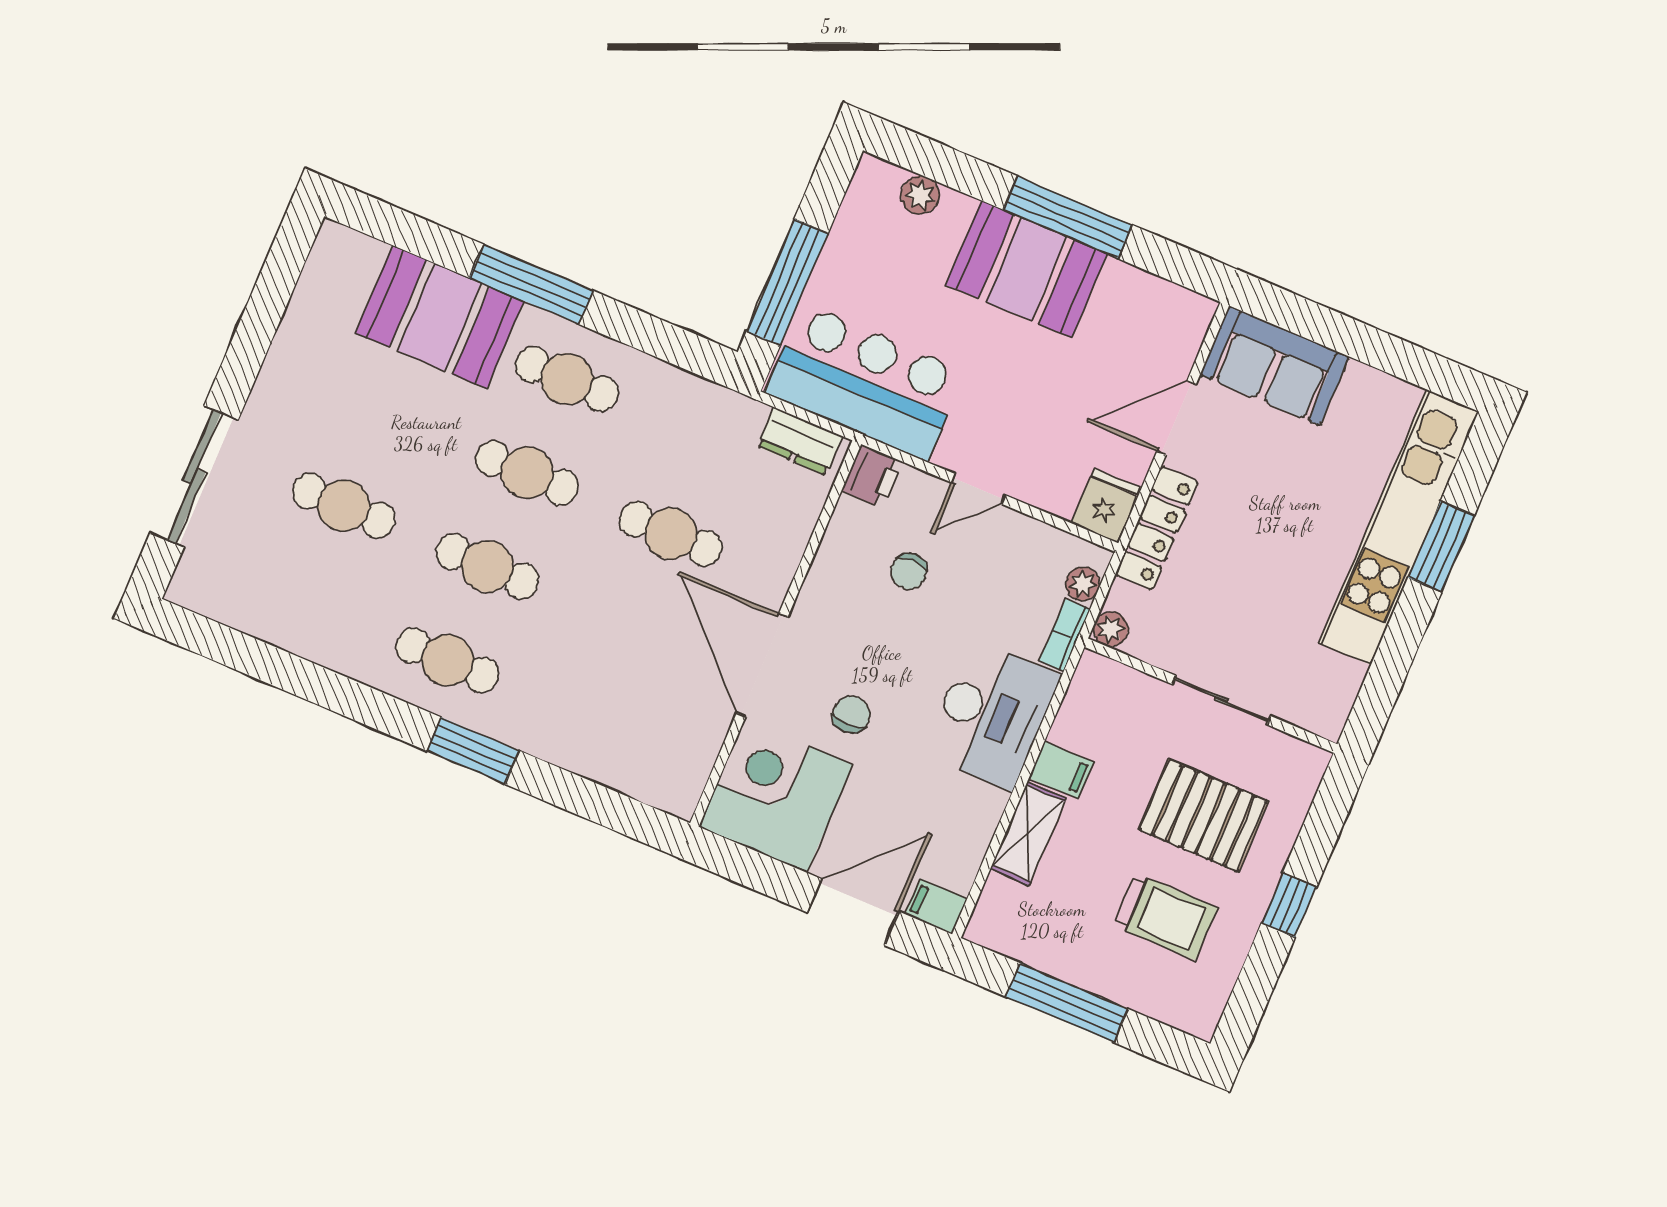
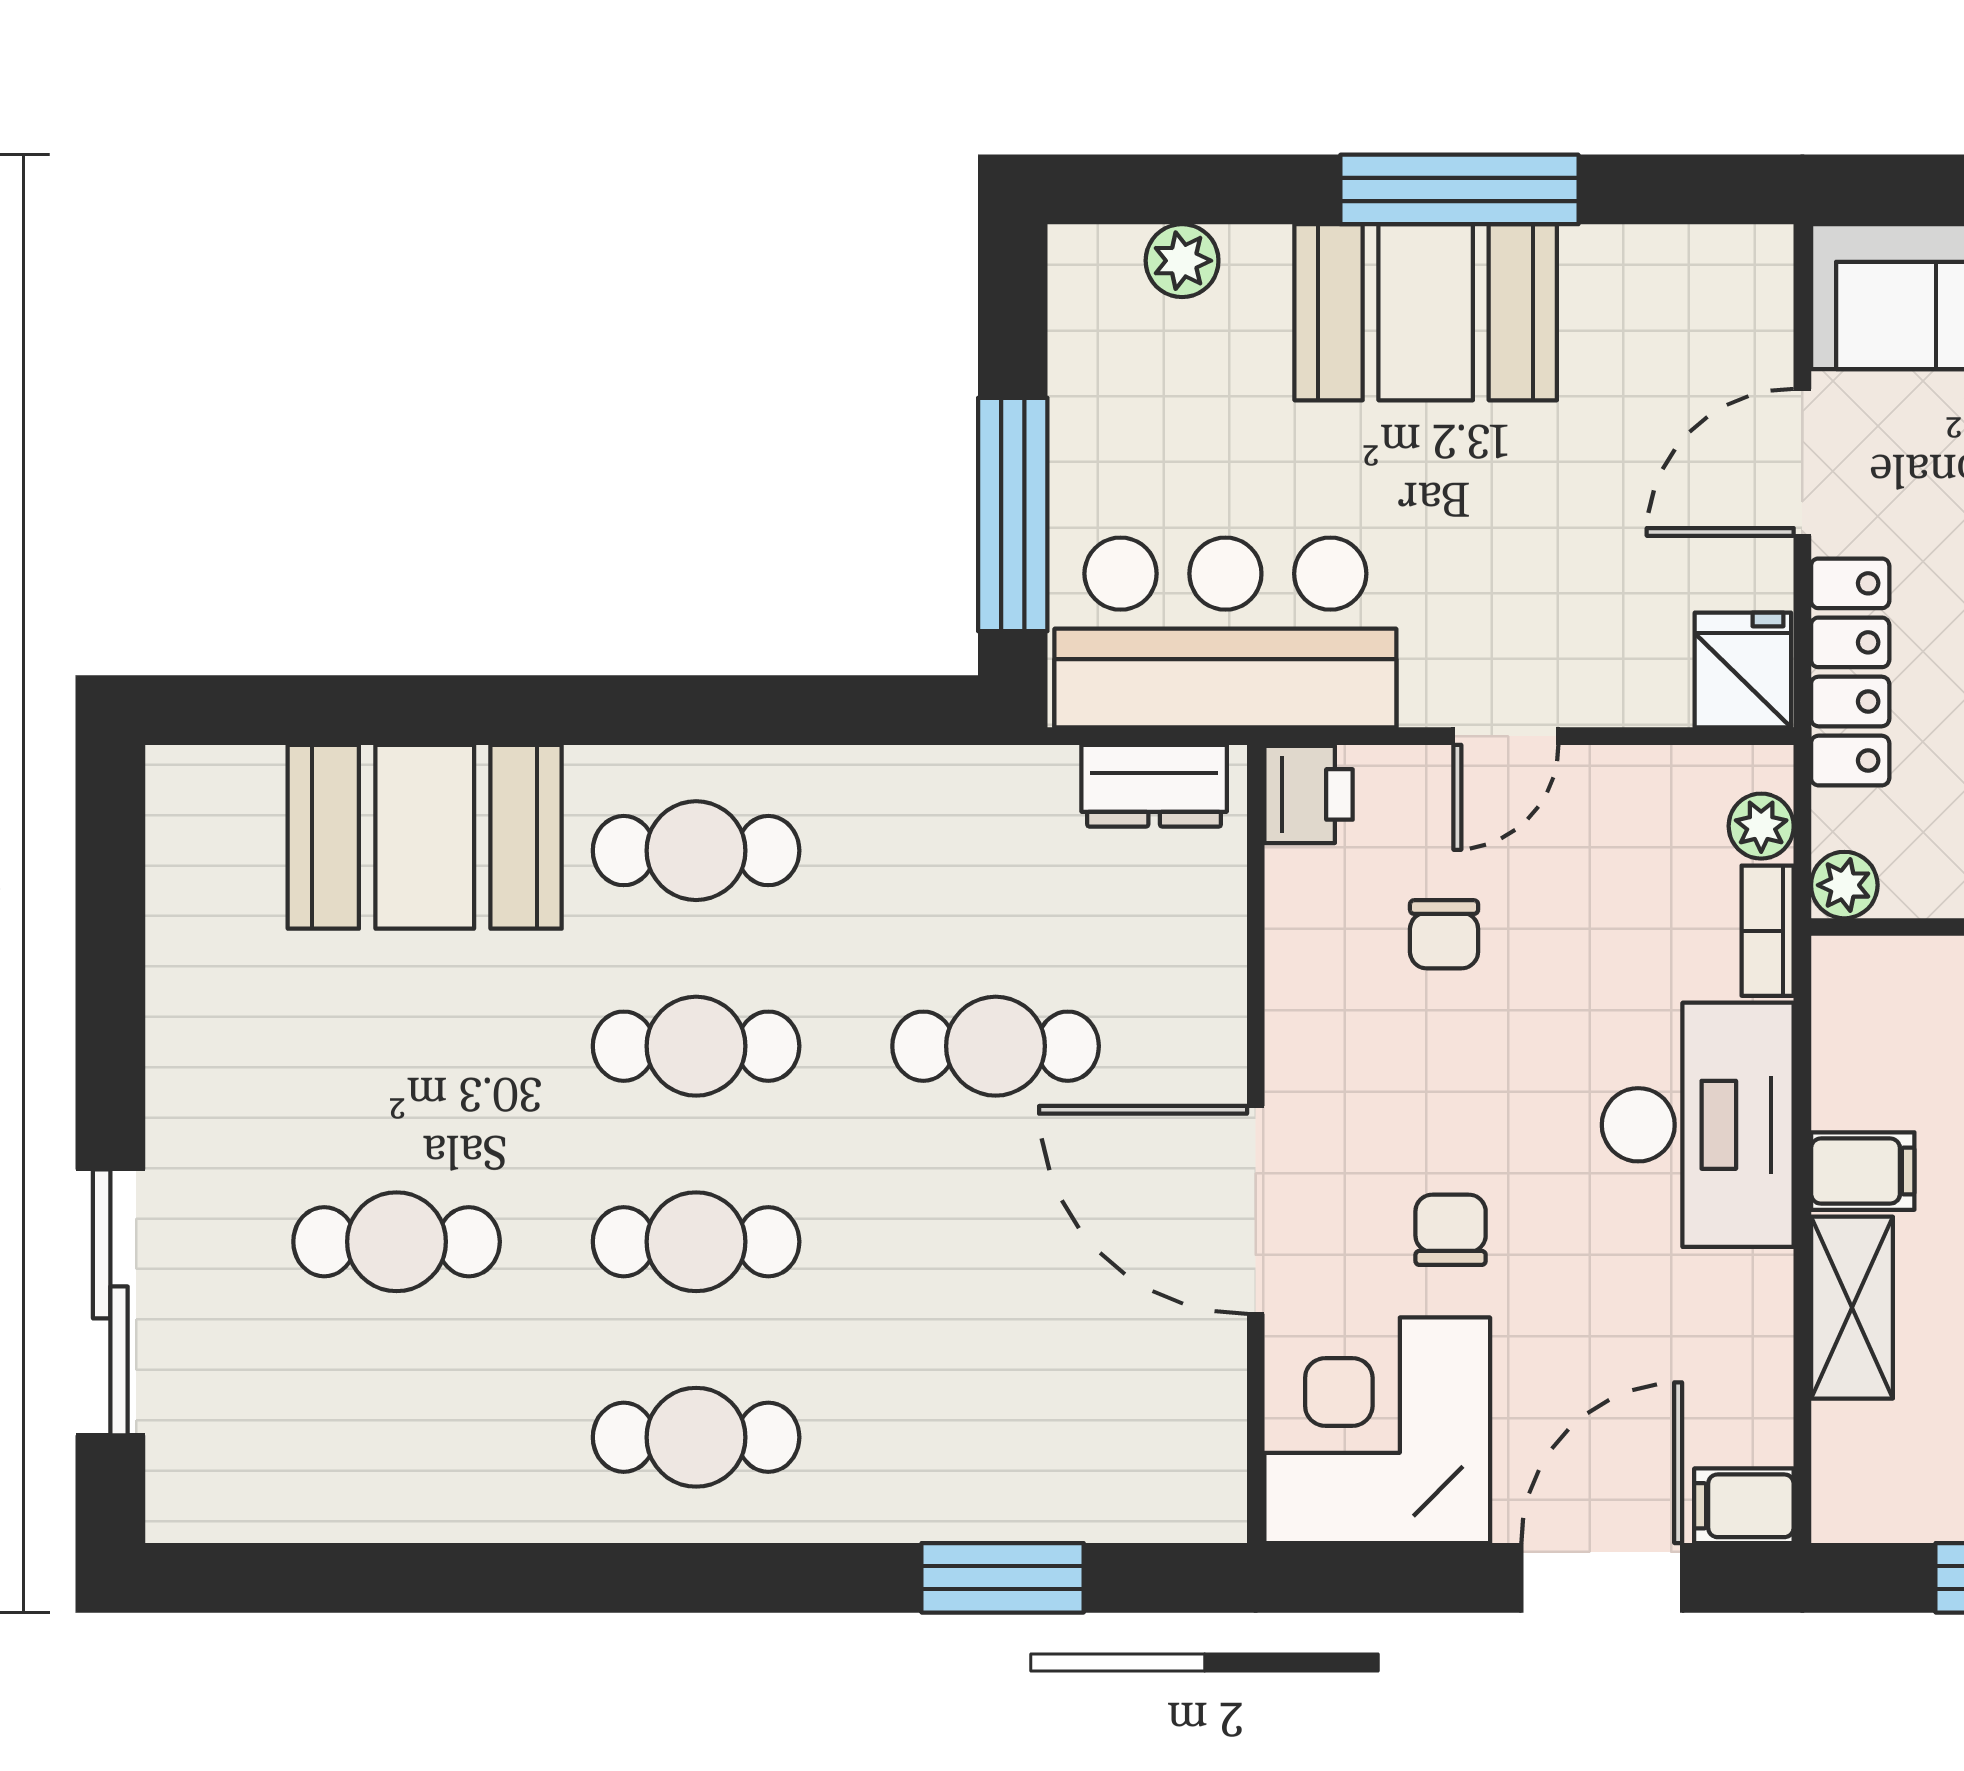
window: (531, 284) -> (562, 710), removed
window: (473, 751) -> (1003, 1578), moved

